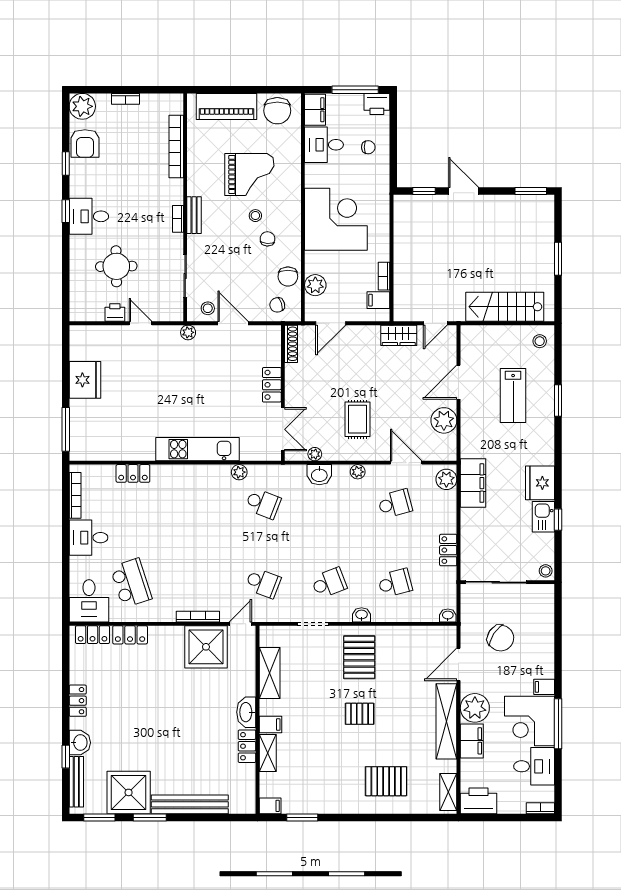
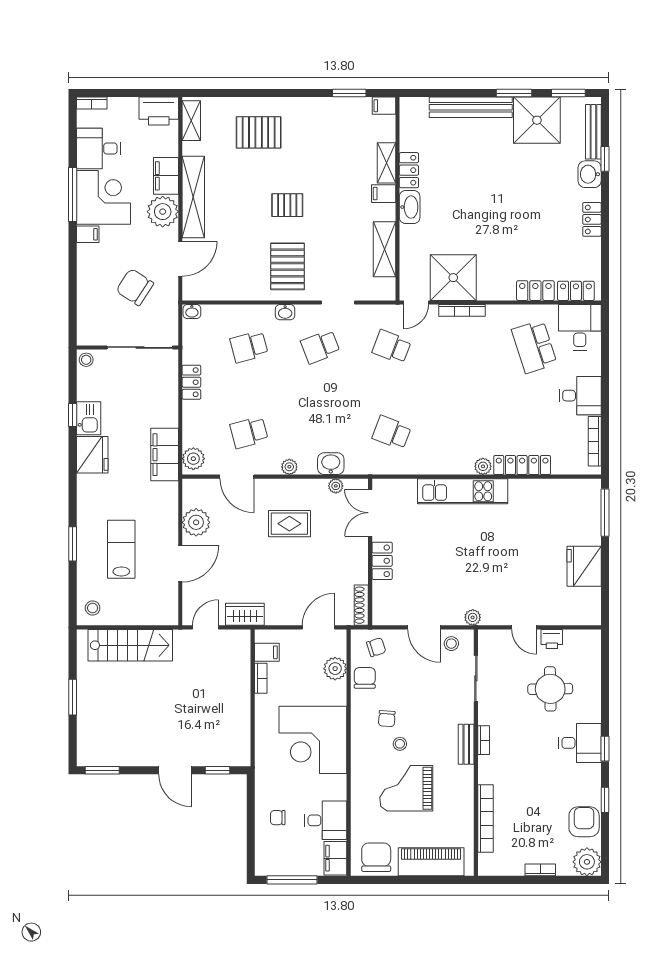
printer: (377, 104) -> (269, 864), removed
rug: (358, 419) -> (289, 524), turned 90
plant: (239, 472) -> (483, 466), moved
locker: (133, 473) -> (522, 465), width x1.53

